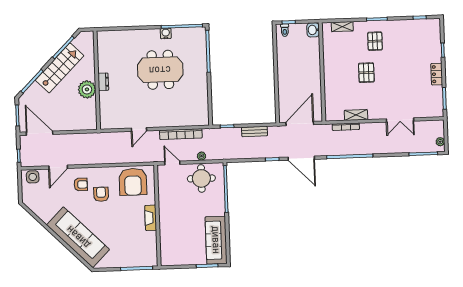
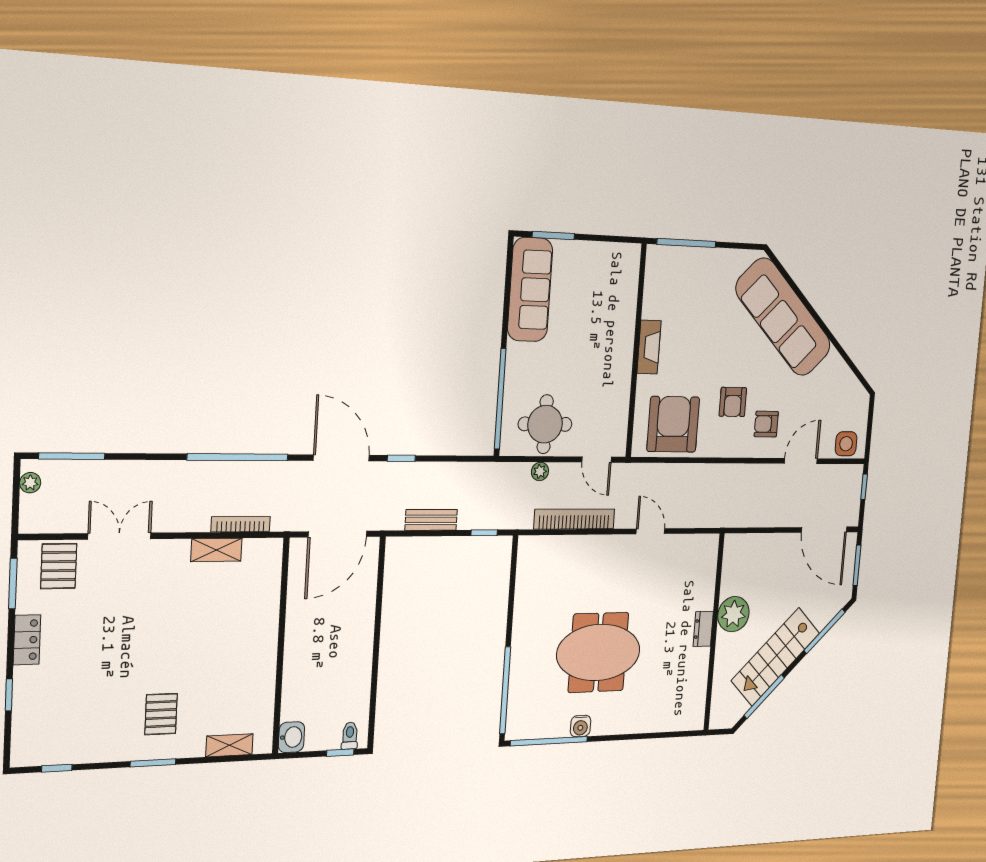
pallet: (366, 73) -> (59, 566), moved
door: (139, 129) -> (650, 531), hinge flipped

